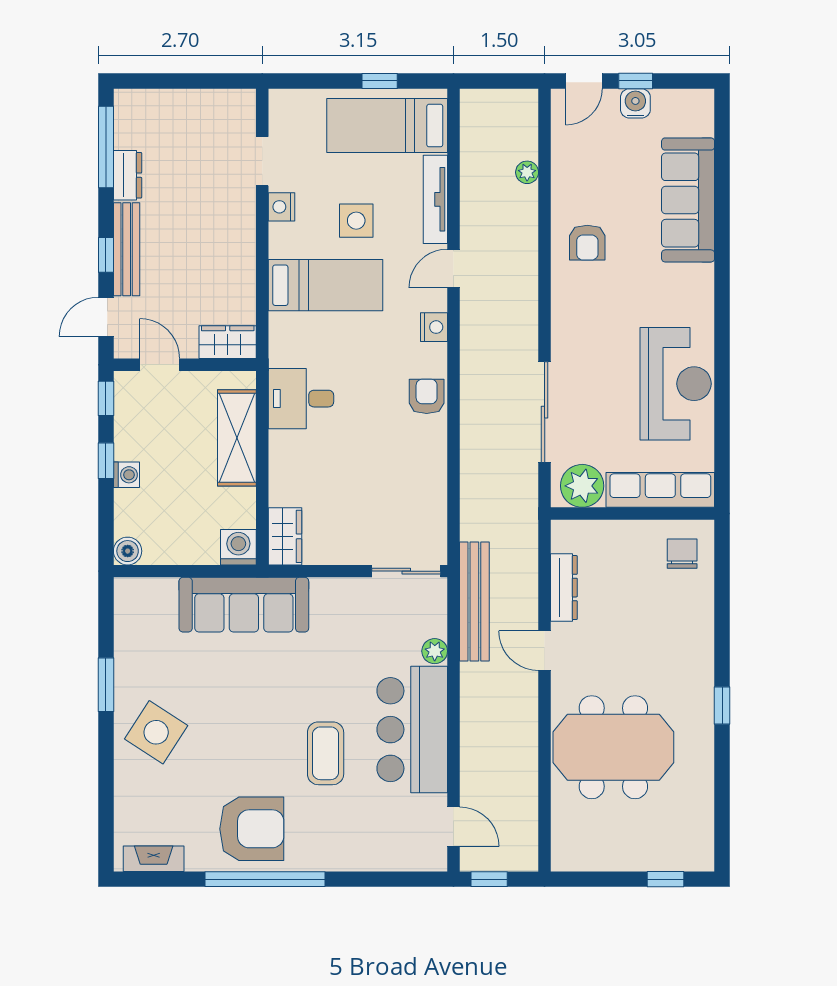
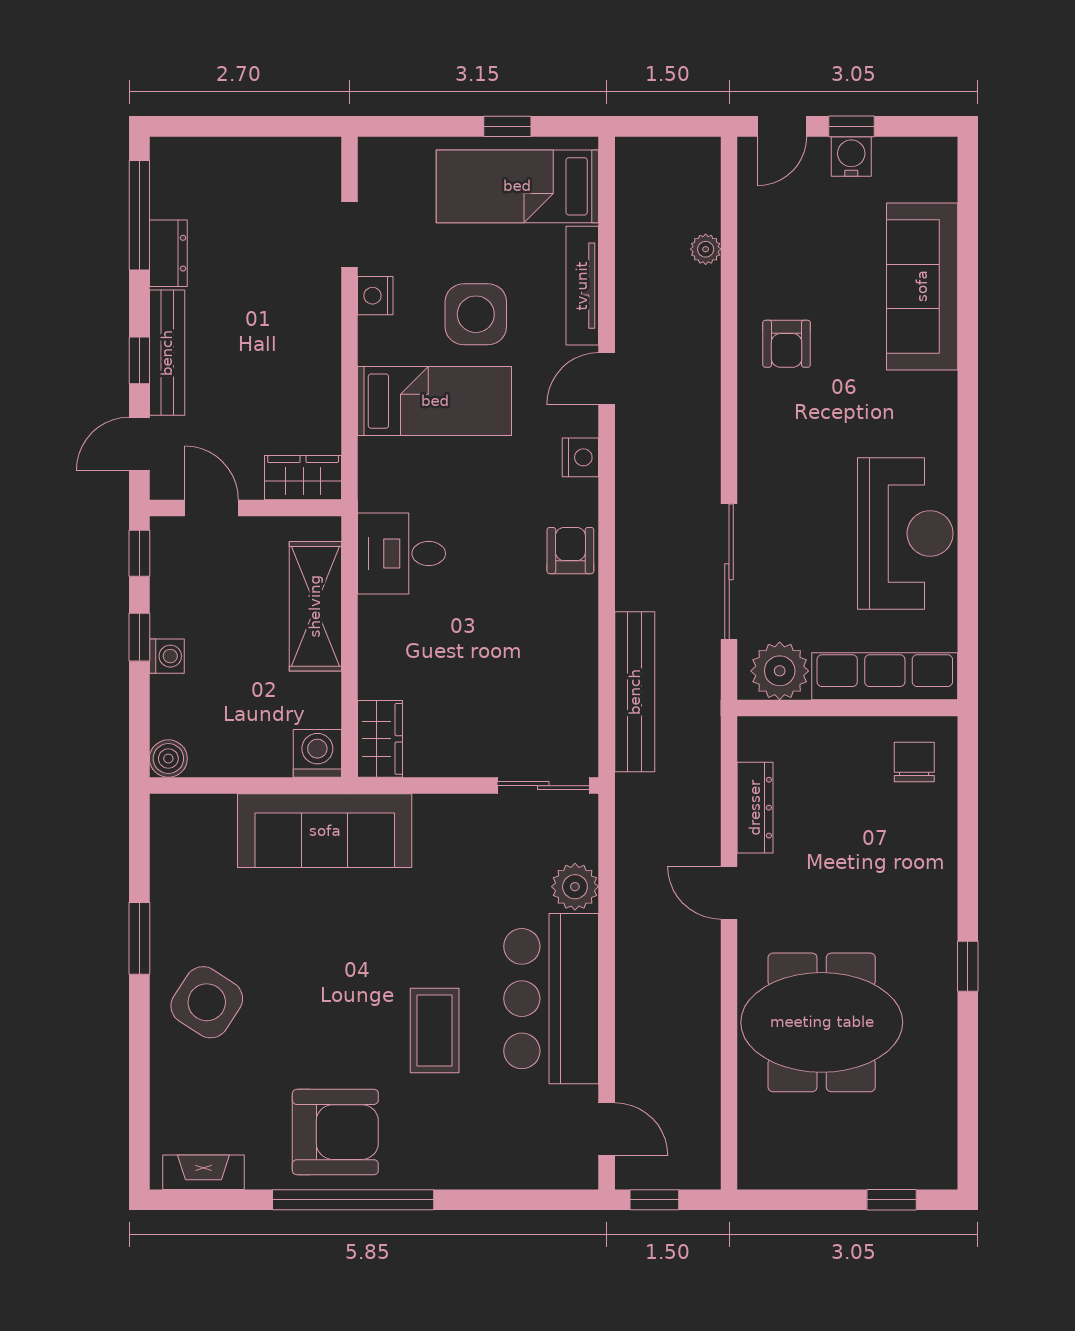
side table: (356, 221) -> (476, 314), width x1.37, depth x1.37
bench: (474, 602) -> (635, 692), moved
plant: (435, 651) -> (575, 887), width x1.38, depth x1.38

